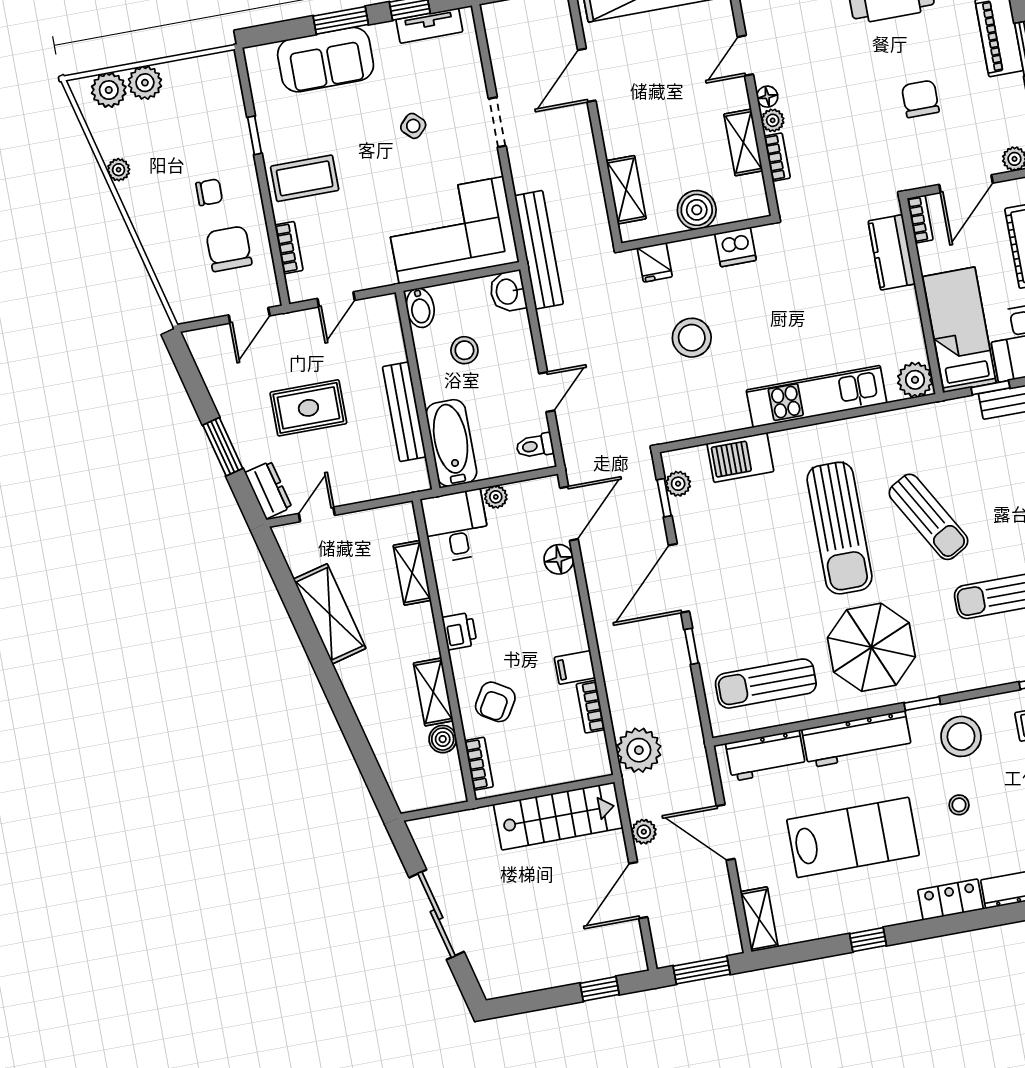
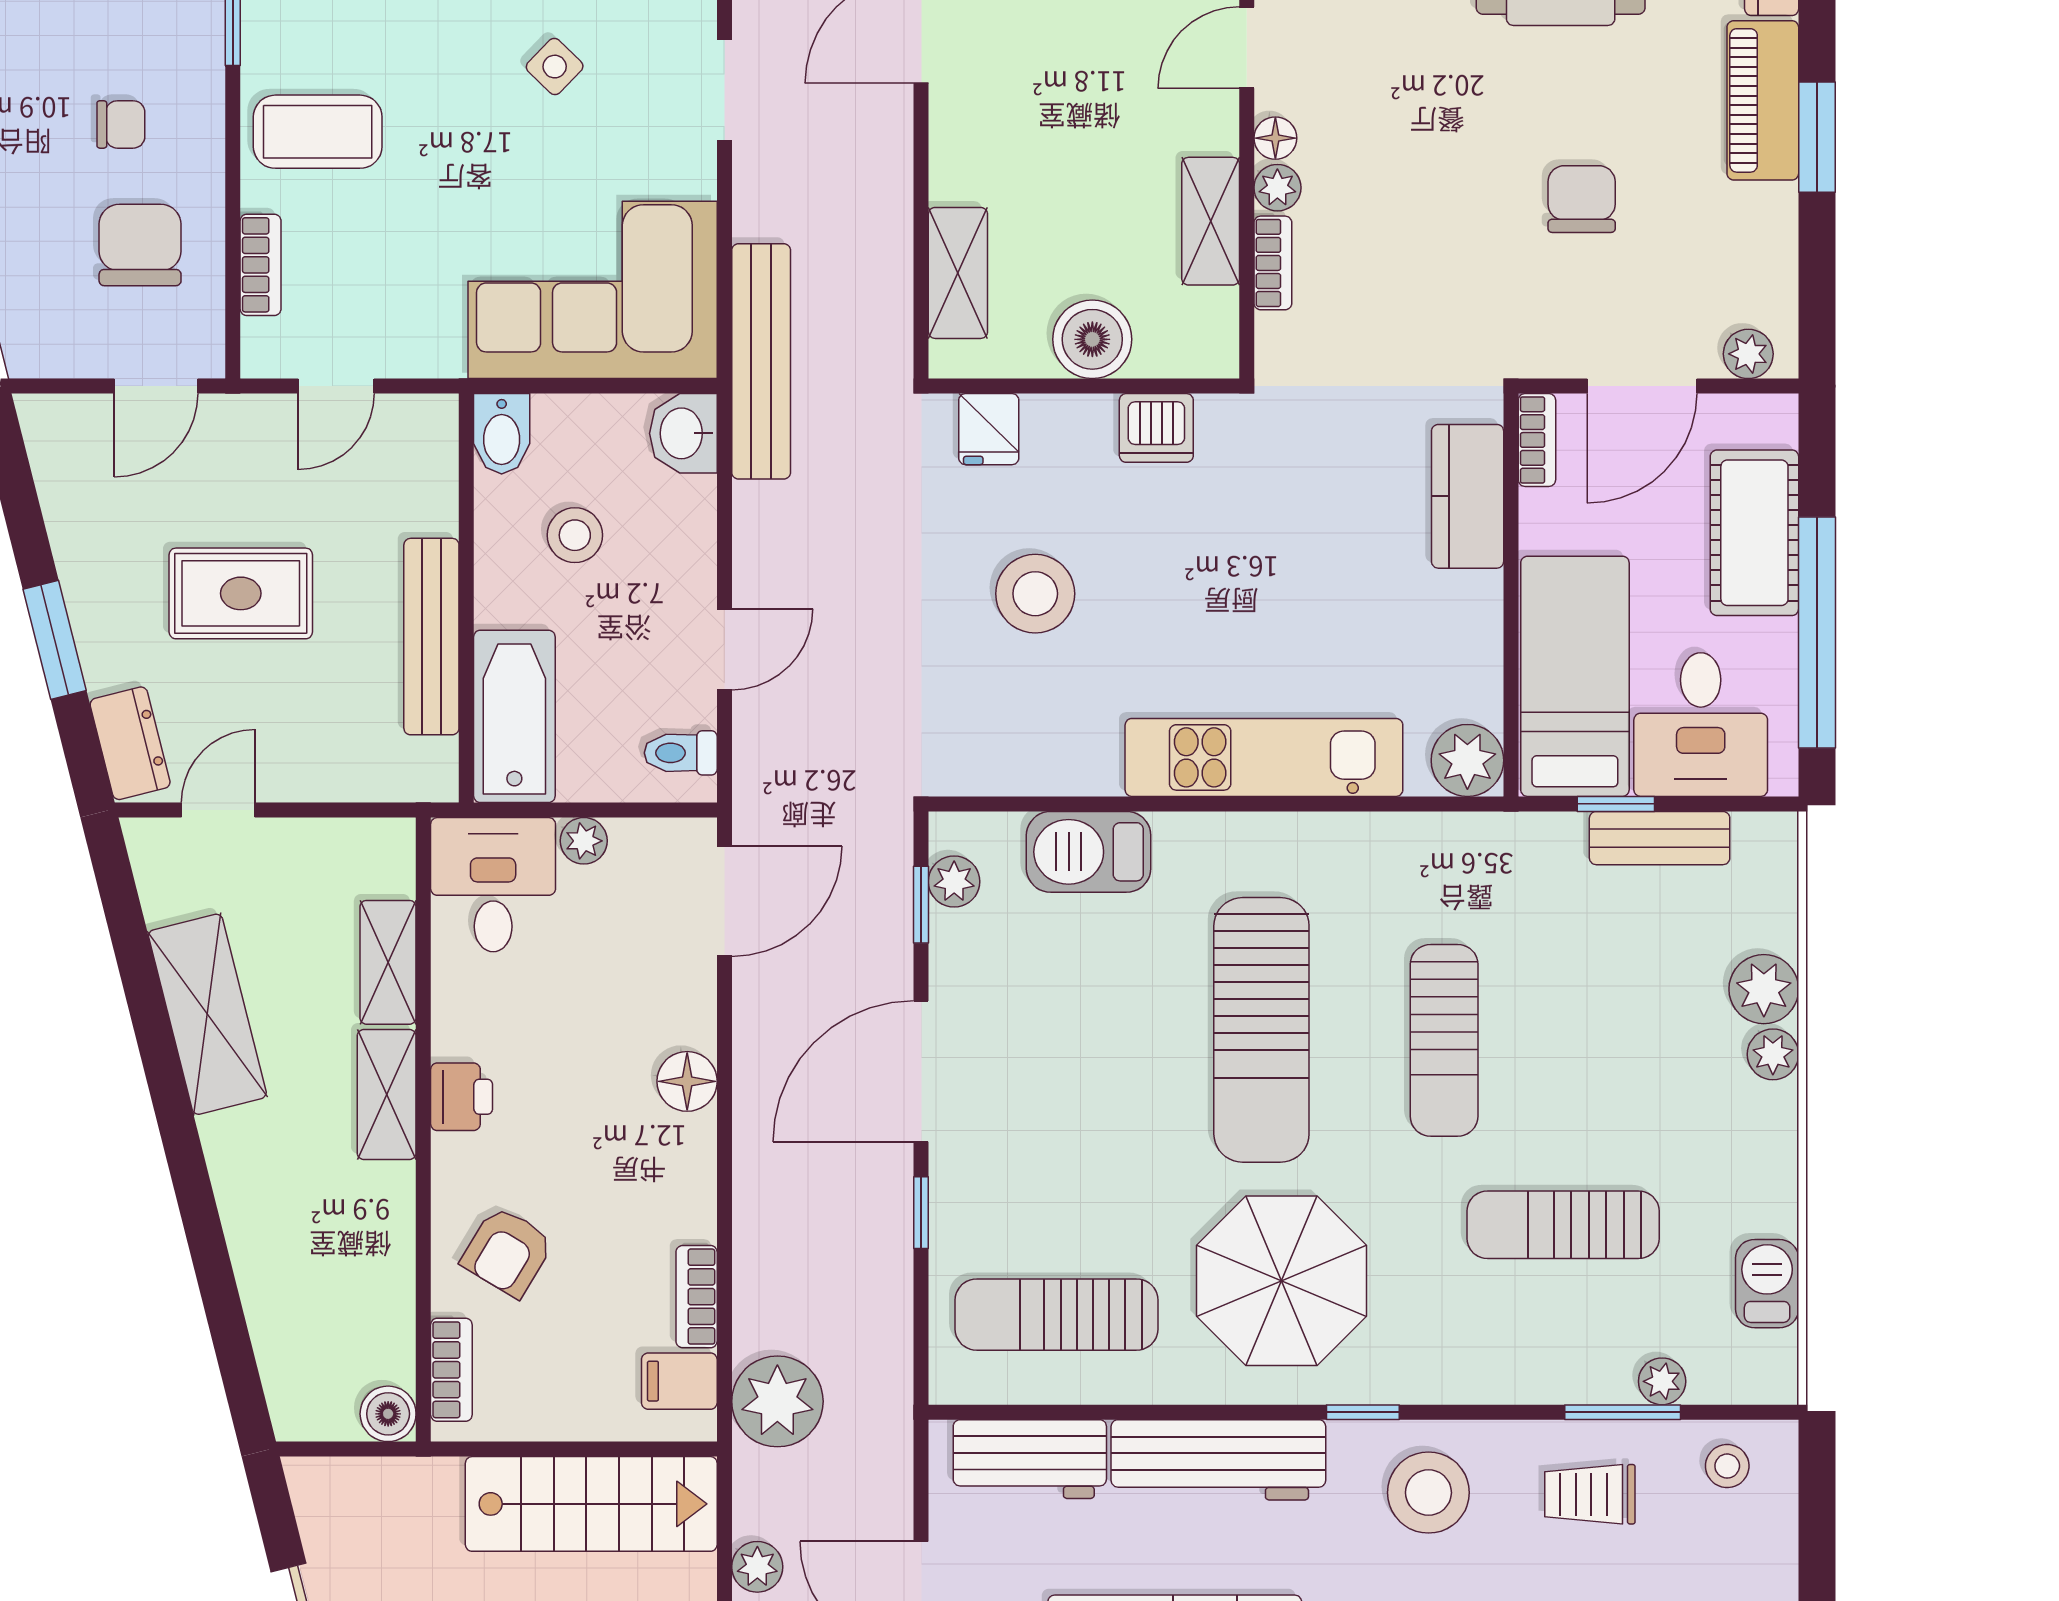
sun lounger: (929, 517) -> (1444, 1040), turned 30
floor lamp: (559, 559) -> (687, 1081), moved
filing cabinet: (575, 668) -> (679, 1381), moved
shelving: (433, 692) -> (387, 1094), moved
boiler: (443, 739) -> (388, 1414), moved

